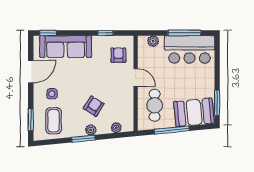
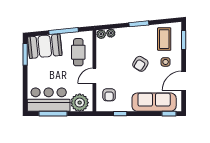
plant: (153, 41) -> (80, 103), width x1.88, depth x1.88
door: (136, 78) -> (94, 76), hinge flipped
armchair: (94, 106) -> (140, 64), moved
plant: (91, 130) -> (101, 34), moved

